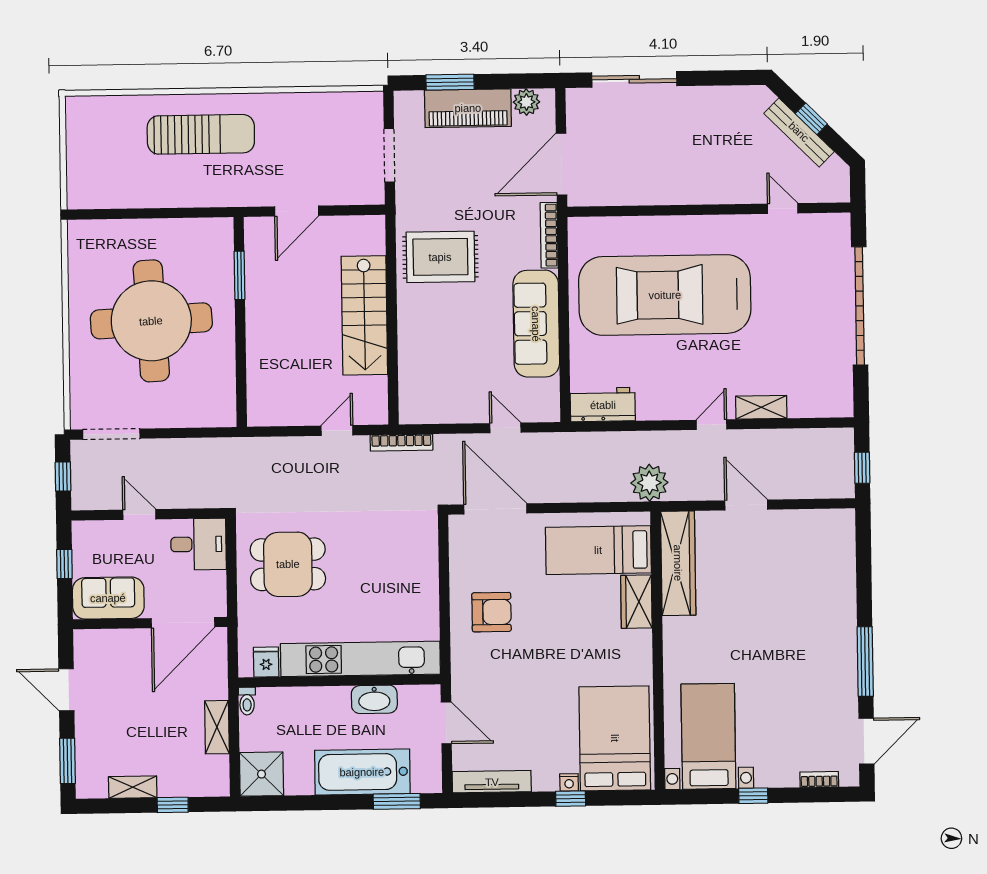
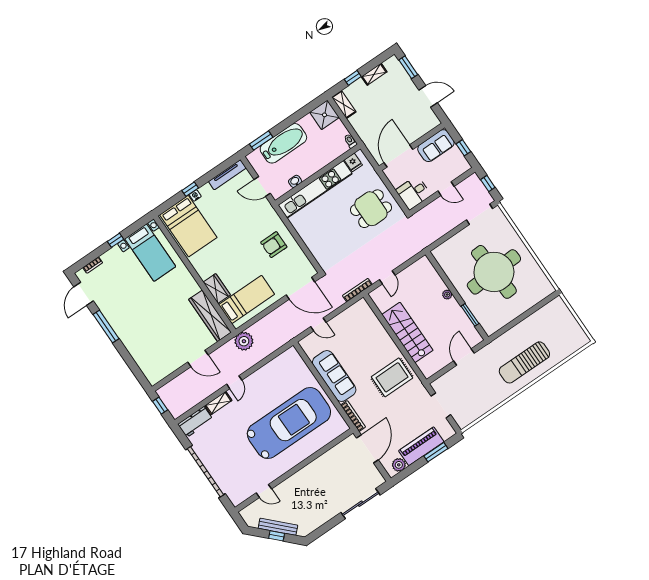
plant: (255, 335) -> (447, 295), added
workbench: (603, 405) -> (195, 422), moved
washbasin: (374, 699) -> (295, 181), width x0.52, depth x0.69
shelving: (217, 727) -> (344, 105), moved

